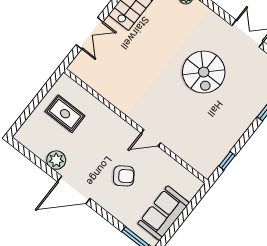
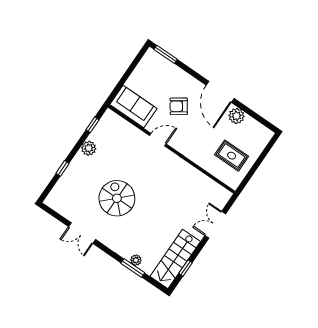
plant: (233, 133) -> (89, 148), added
door: (74, 190) -> (220, 92), swing flipped
sofa: (164, 213) -> (133, 106), moved, turned -90

